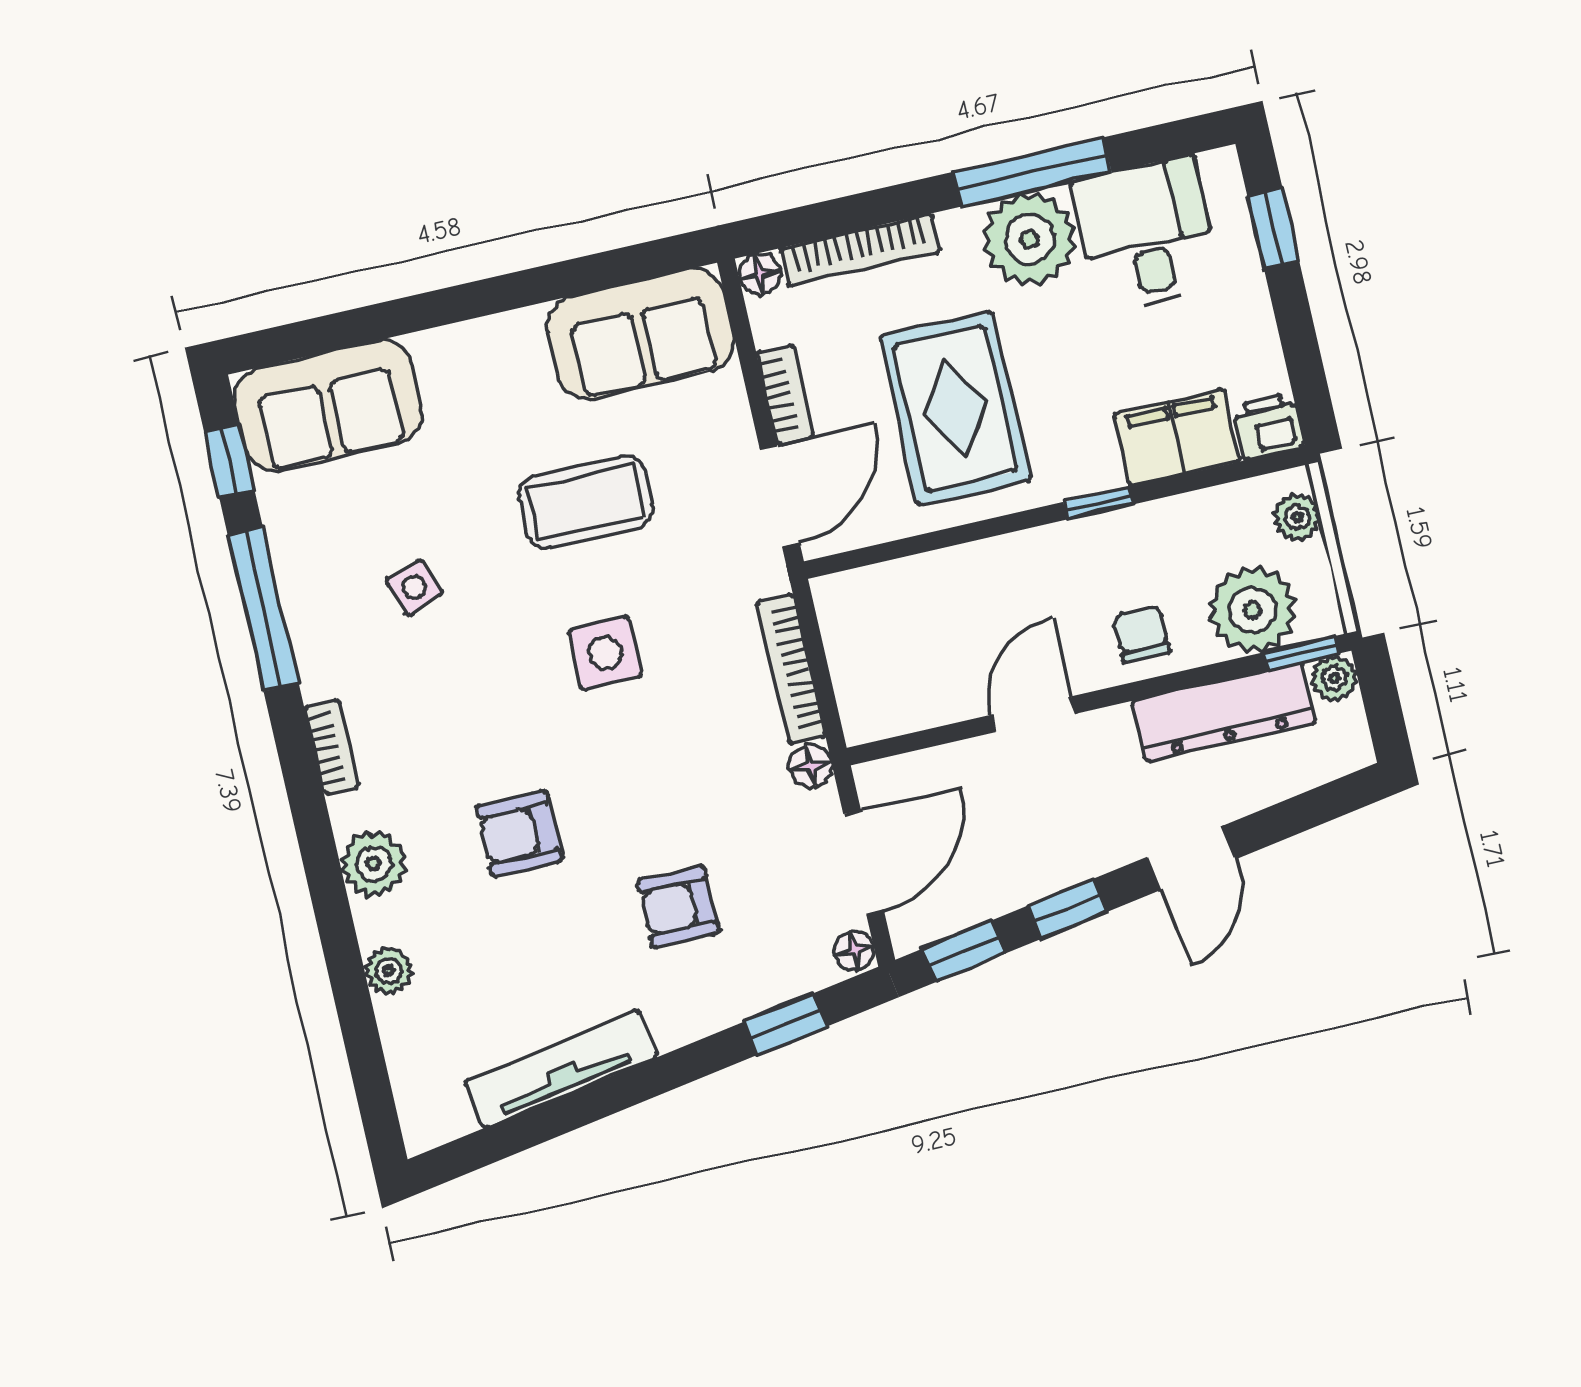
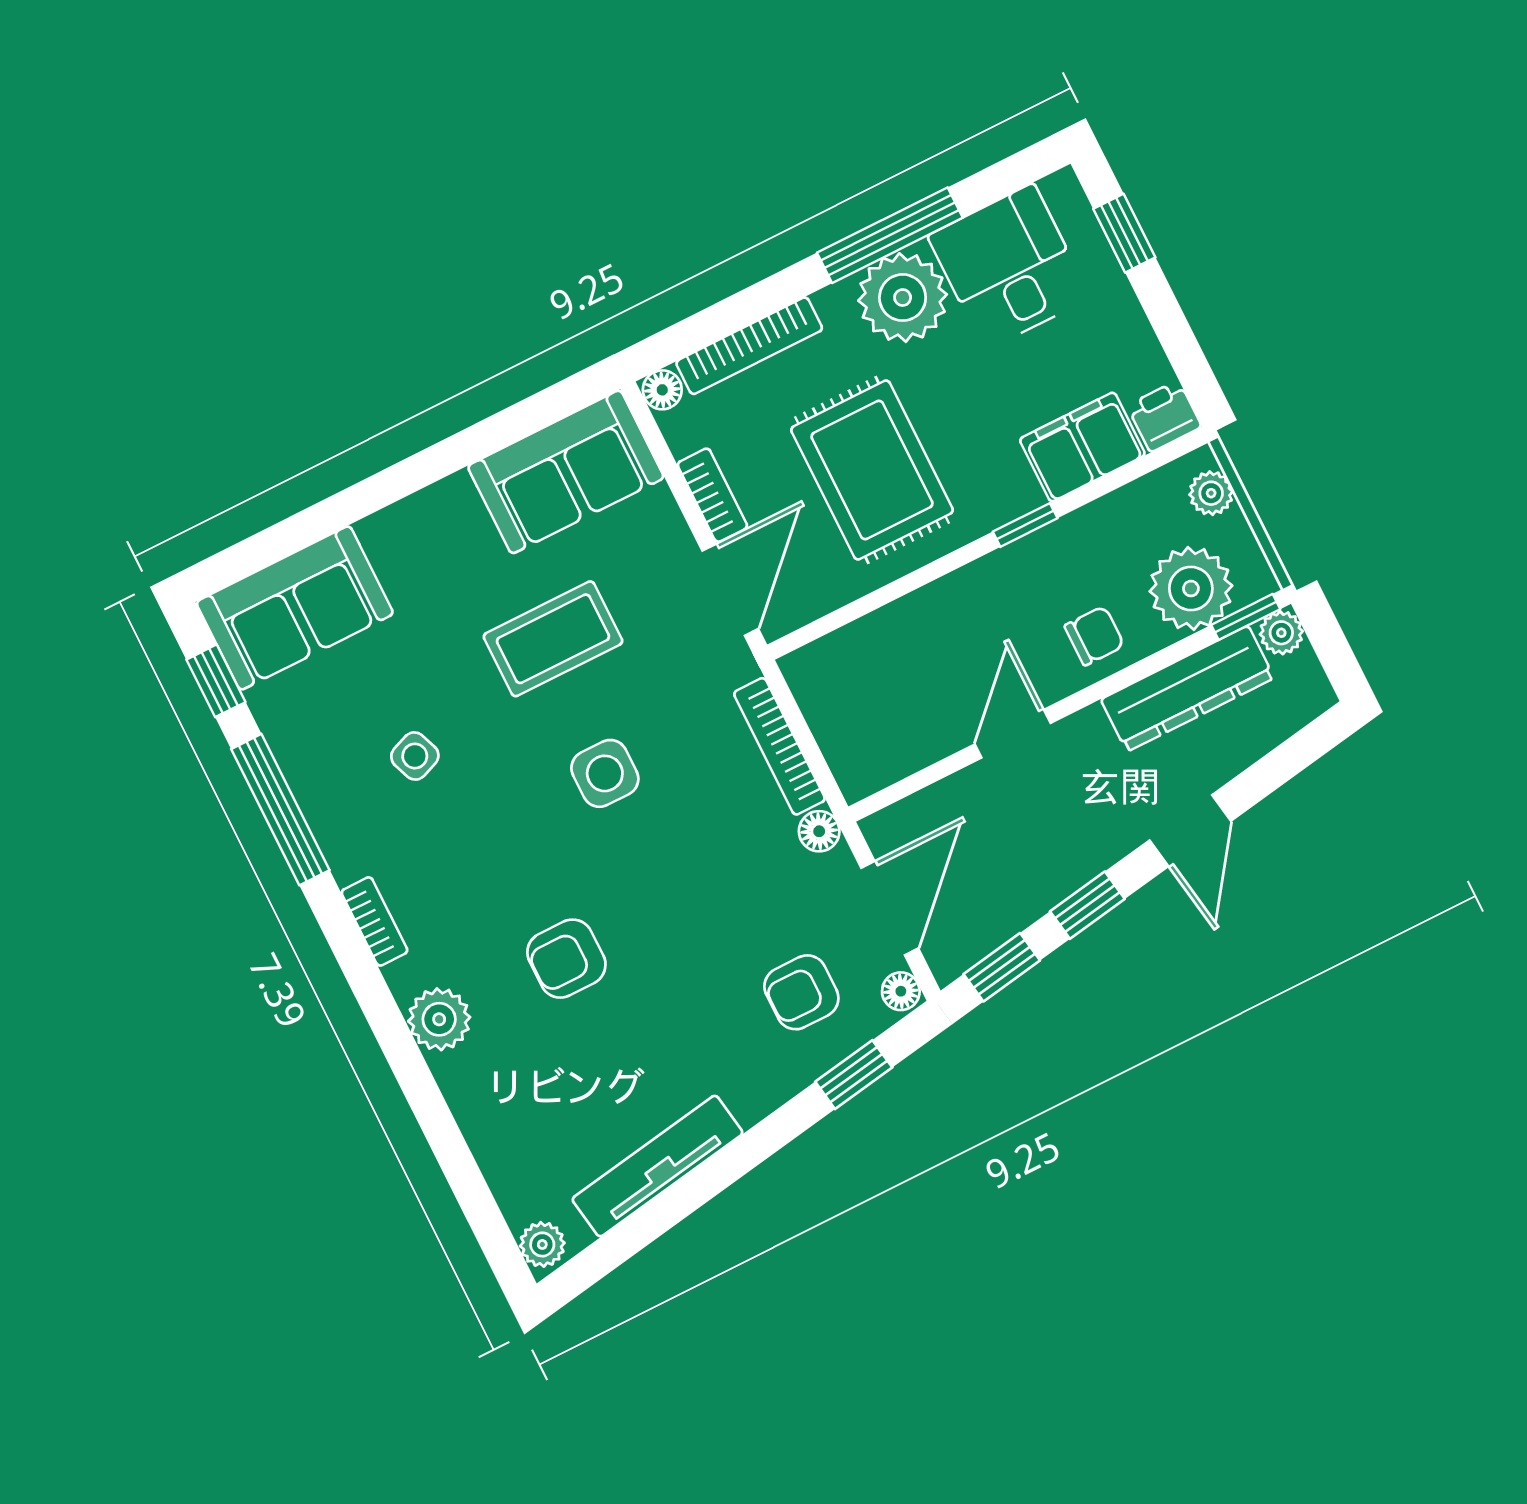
chair: (1142, 634) -> (1094, 636), turned 90
armchair: (678, 907) -> (801, 992), moved
plant: (389, 971) -> (542, 1244), moved

